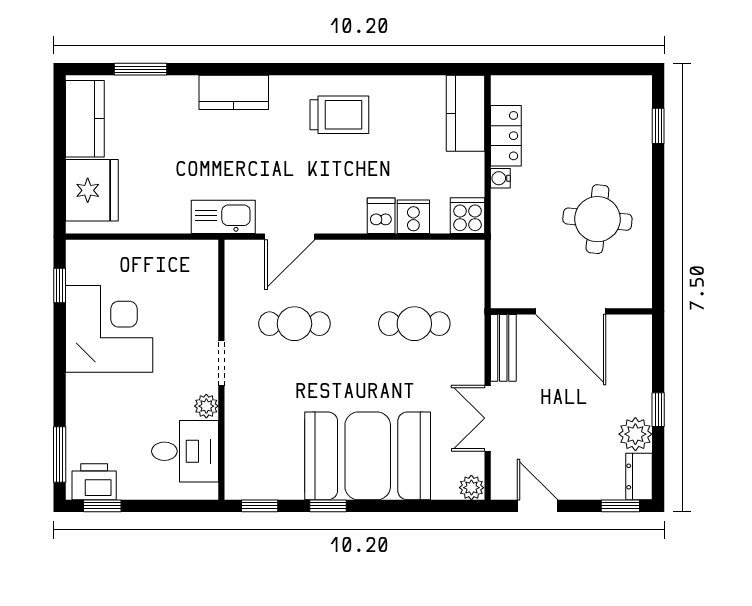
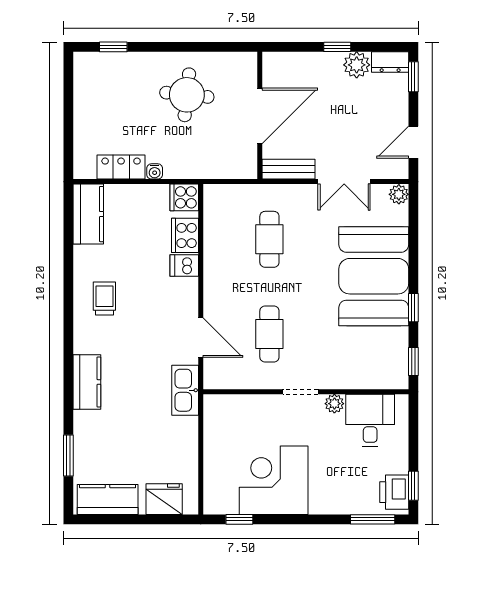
kitchen counter: (465, 113) -> (88, 214), moved, turned -90
trolley: (339, 115) -> (104, 299), width x0.73, depth x0.72
fridge: (92, 190) -> (164, 499), width x0.73, depth x0.75
cooker: (413, 217) -> (185, 235), width x1.36

